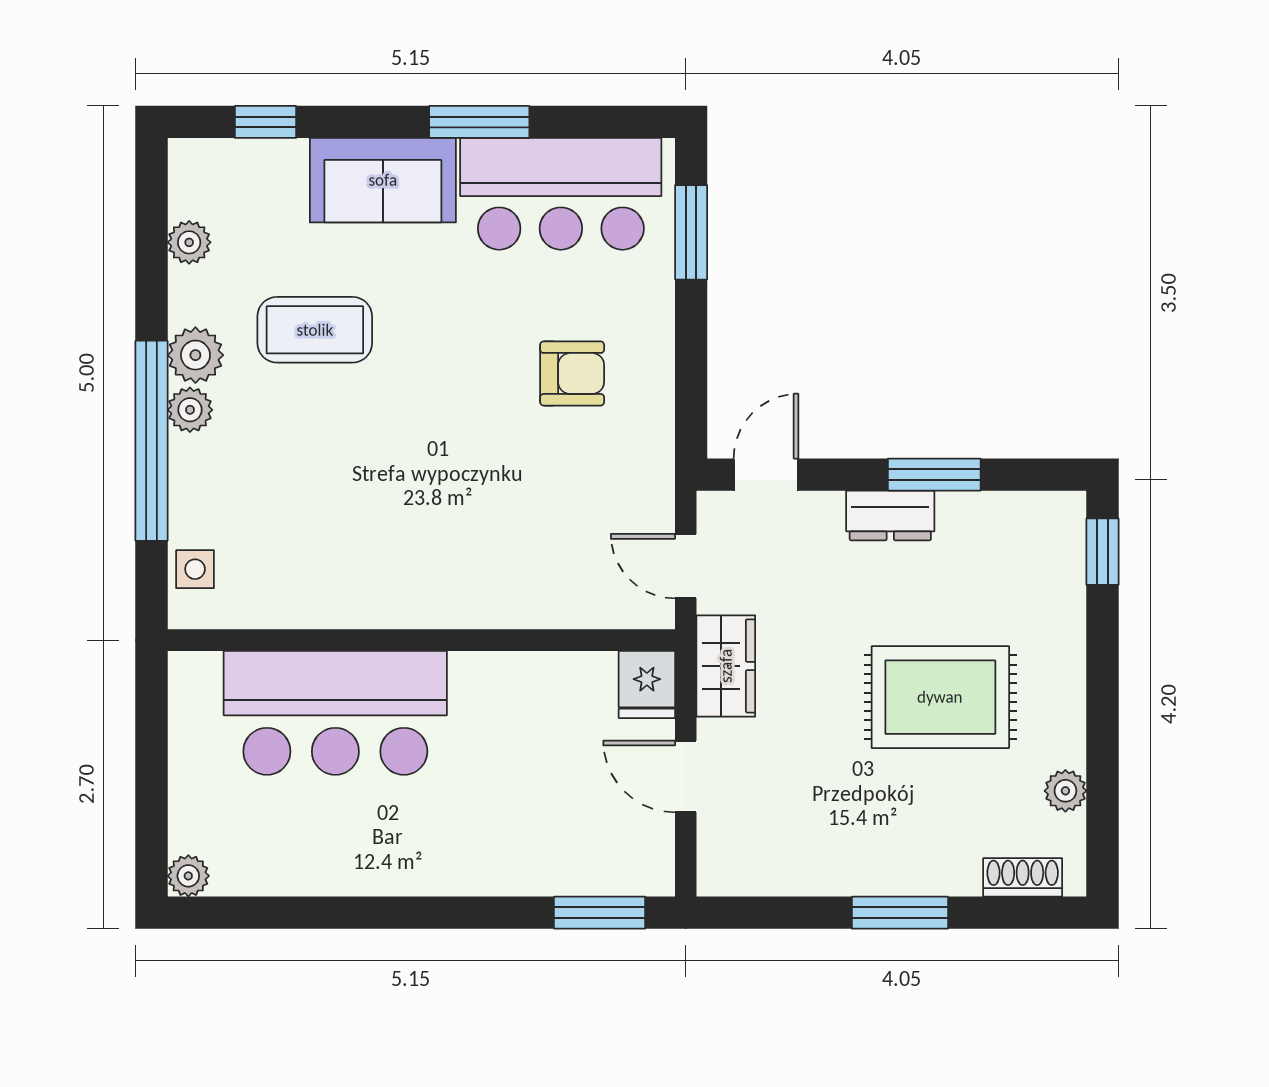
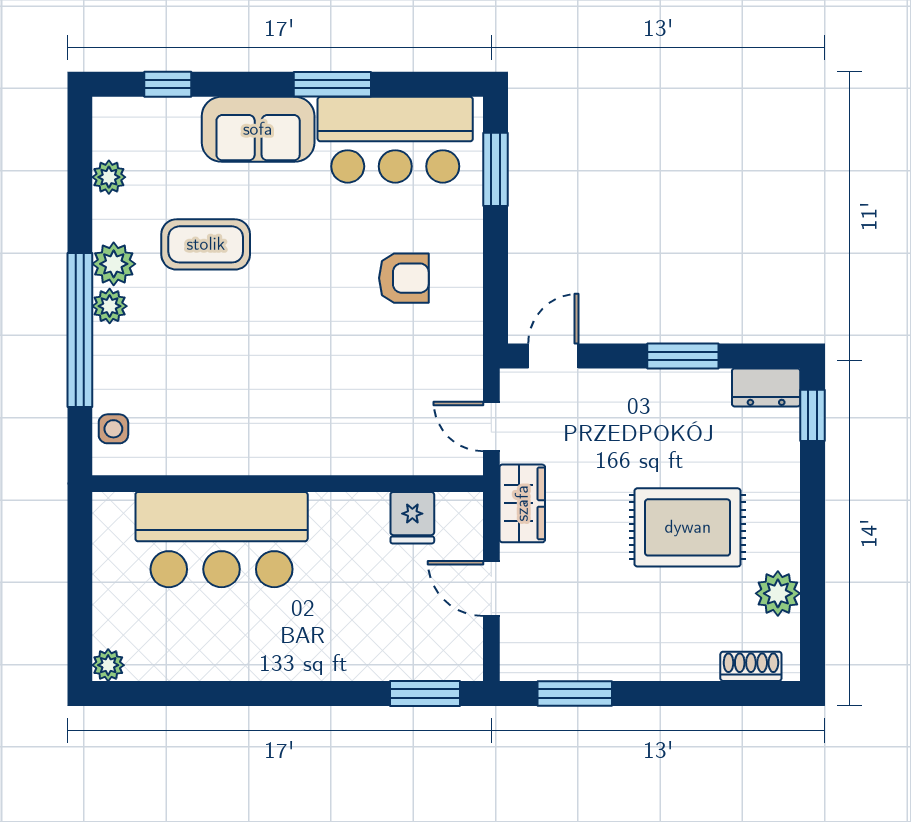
dresser: (890, 515) -> (766, 387), moved
fridge: (647, 684) -> (412, 518), moved
plant: (1065, 791) -> (778, 593), width x1.38, depth x1.38
window: (900, 913) -> (575, 693), moved

